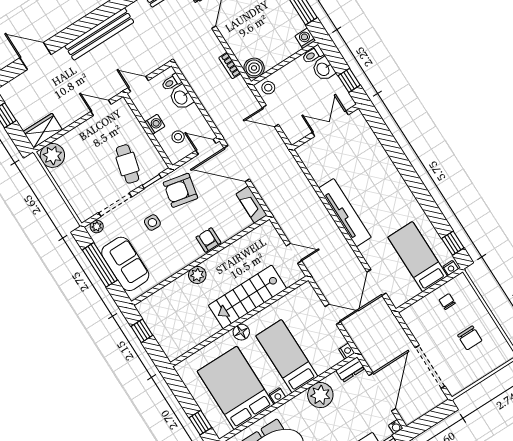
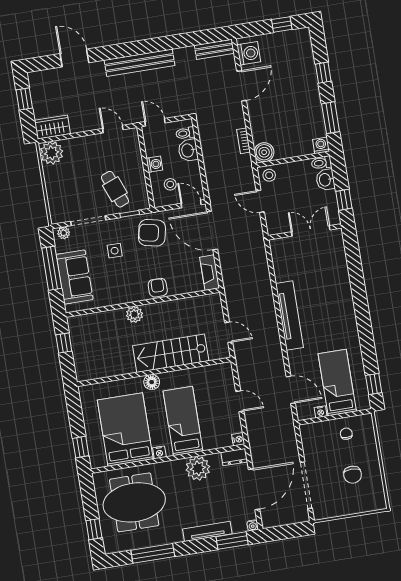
cafe table: (128, 164) -> (115, 189), turned -36
nightstand: (451, 268) -> (321, 412), moved
door: (376, 283) -> (291, 390), swing flipped

